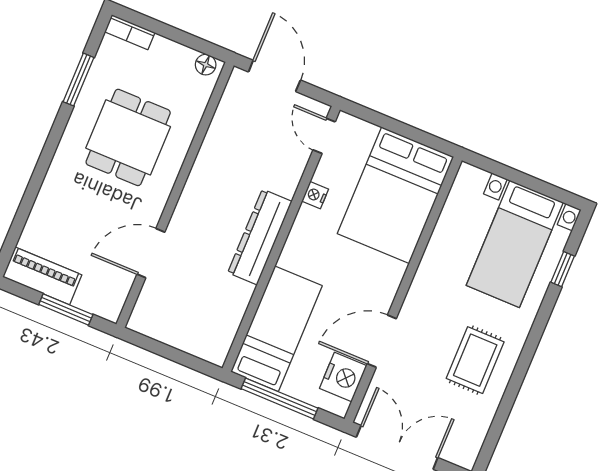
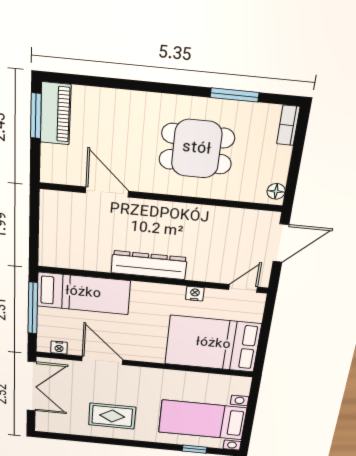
window: (66, 309) -> (36, 116), moved
nightstand: (343, 377) -> (59, 348), width x0.53, depth x0.56

